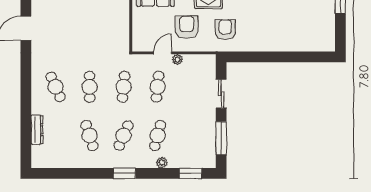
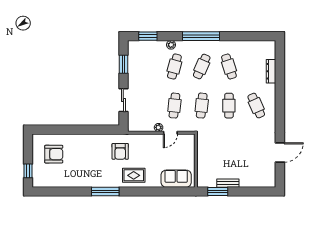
armchair: (187, 27) -> (54, 154), moved, turned -90
window: (221, 138) -> (123, 64), width x0.69
window: (124, 173) -> (201, 36), width x2.11

